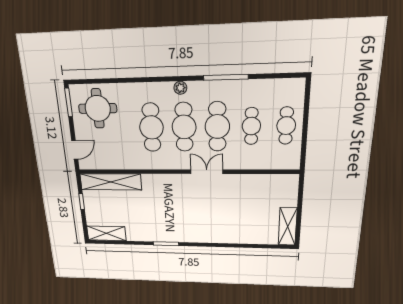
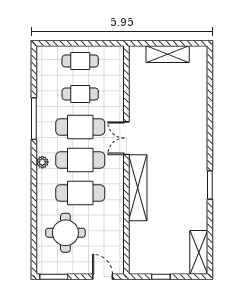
round table: (98, 108) -> (65, 233), moved
shelving: (111, 182) -> (138, 188), moved
shelving: (288, 227) -> (168, 54), moved

